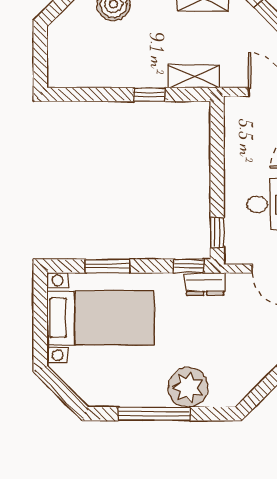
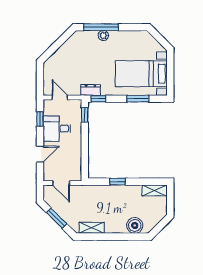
shelving: (194, 76) -> (155, 190), moved
plant: (188, 387) -> (103, 36), width x0.53, depth x0.53
window: (154, 414) -> (101, 27), moved

